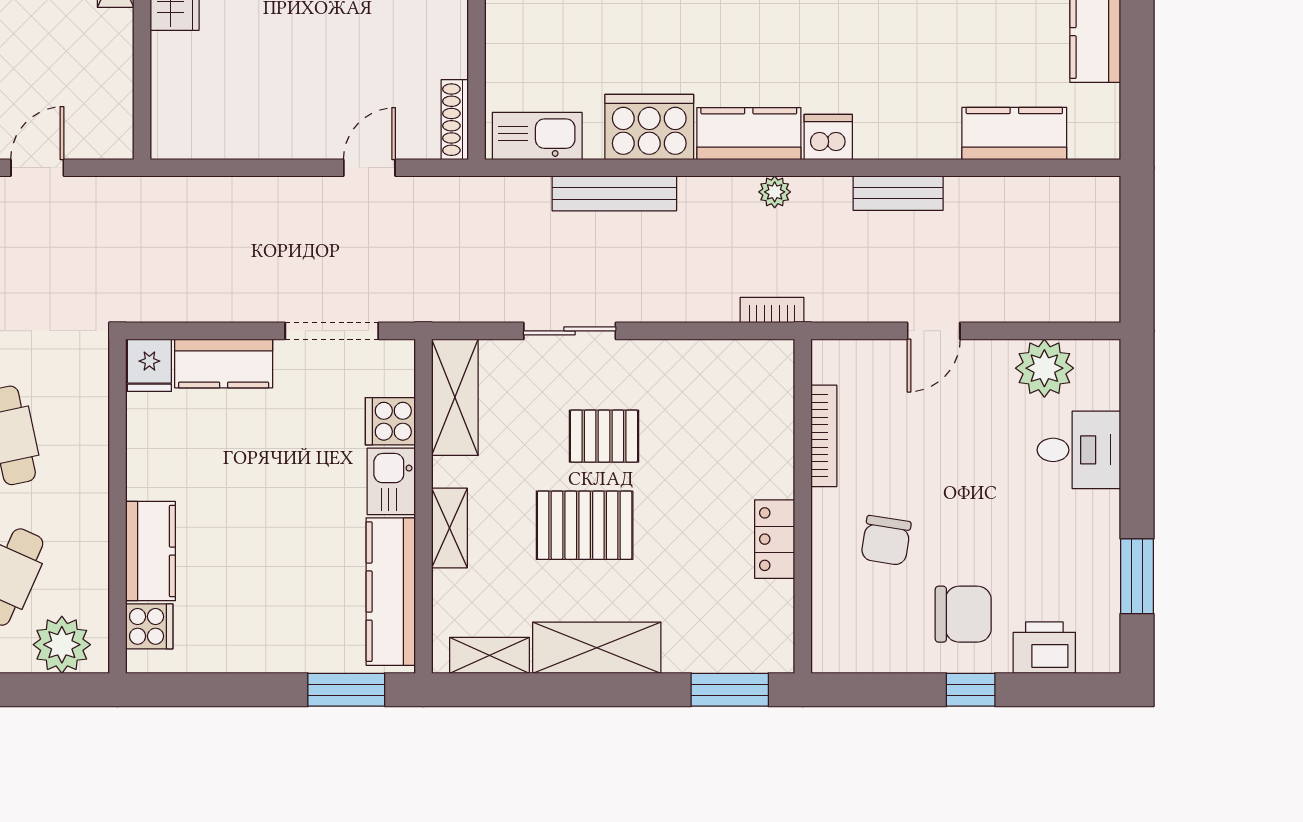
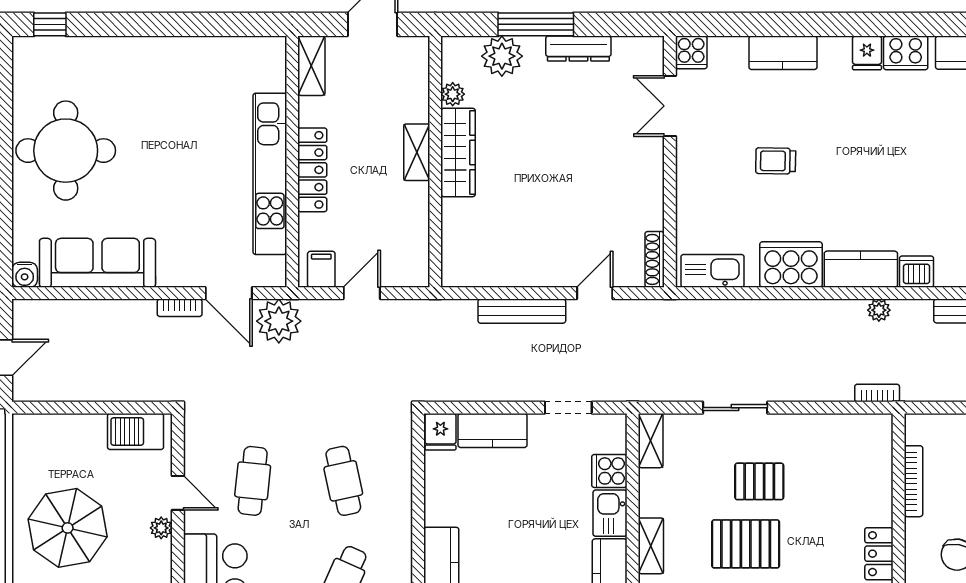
bench: (614, 193) -> (522, 311), moved
doorway: (332, 331) -> (568, 408), width x0.73
shelving: (455, 397) -> (651, 441), width x0.67, depth x0.75

